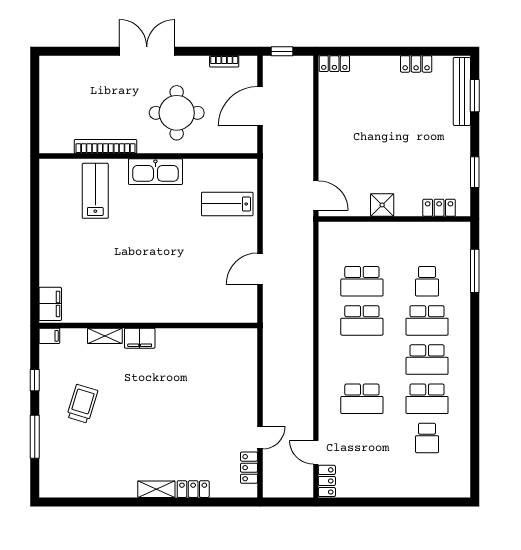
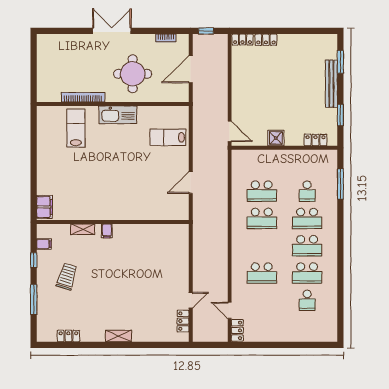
locker: (416, 64) -> (266, 40), moved
bench: (462, 91) -> (331, 84), moved
filing cabinet: (49, 336) -> (44, 244), moved
filing cabinet: (140, 338) -> (107, 231), width x0.50
locker: (193, 489) -> (68, 336), moved

